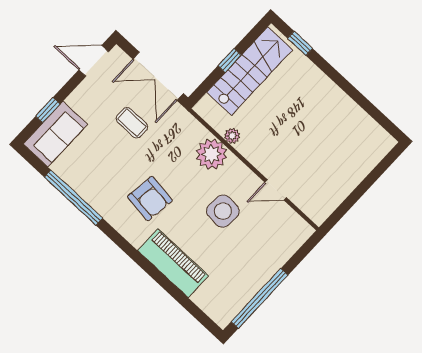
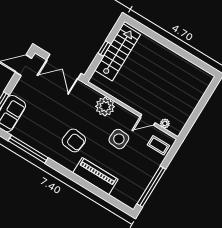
window: (300, 43) -> (144, 30), removed
coffee table: (132, 123) -> (158, 145), moved
plant: (232, 136) -> (165, 123), moved

